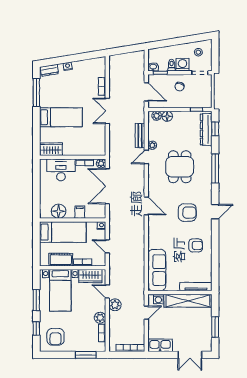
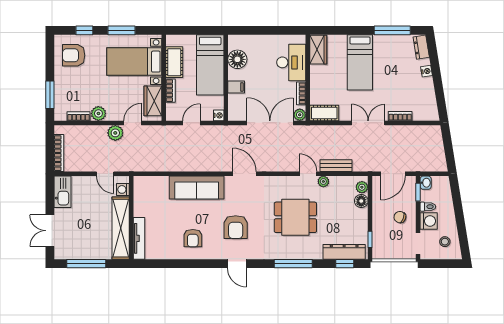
cot: (100, 145) -> (324, 113), added
door: (146, 206) -> (244, 174), swing flipped
sofa: (157, 270) -> (197, 188), moved
window: (215, 327) -> (86, 264), width x1.44

